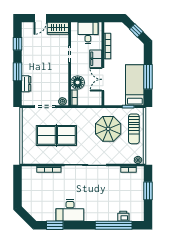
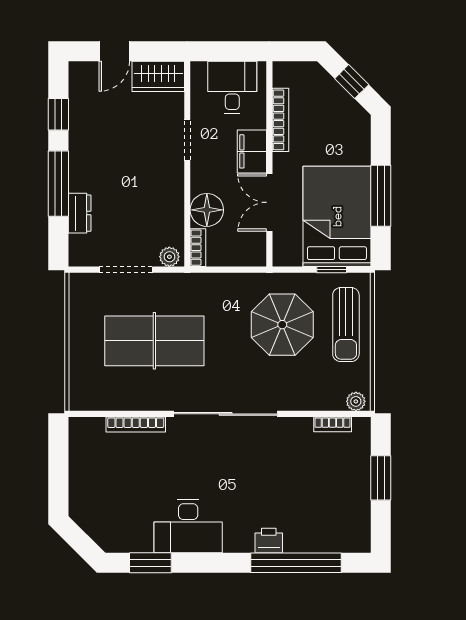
window: (17, 72) -> (58, 184), width x1.44
bed: (135, 85) -> (337, 216), width x1.50
printer: (123, 216) -> (269, 540), moved

